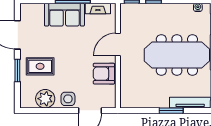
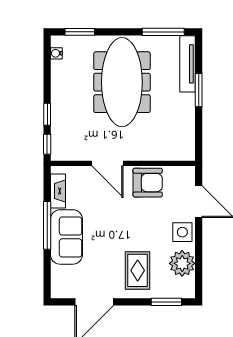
window: (17, 70) -> (166, 302), moved
armchair: (104, 74) -> (148, 183), turned -90

